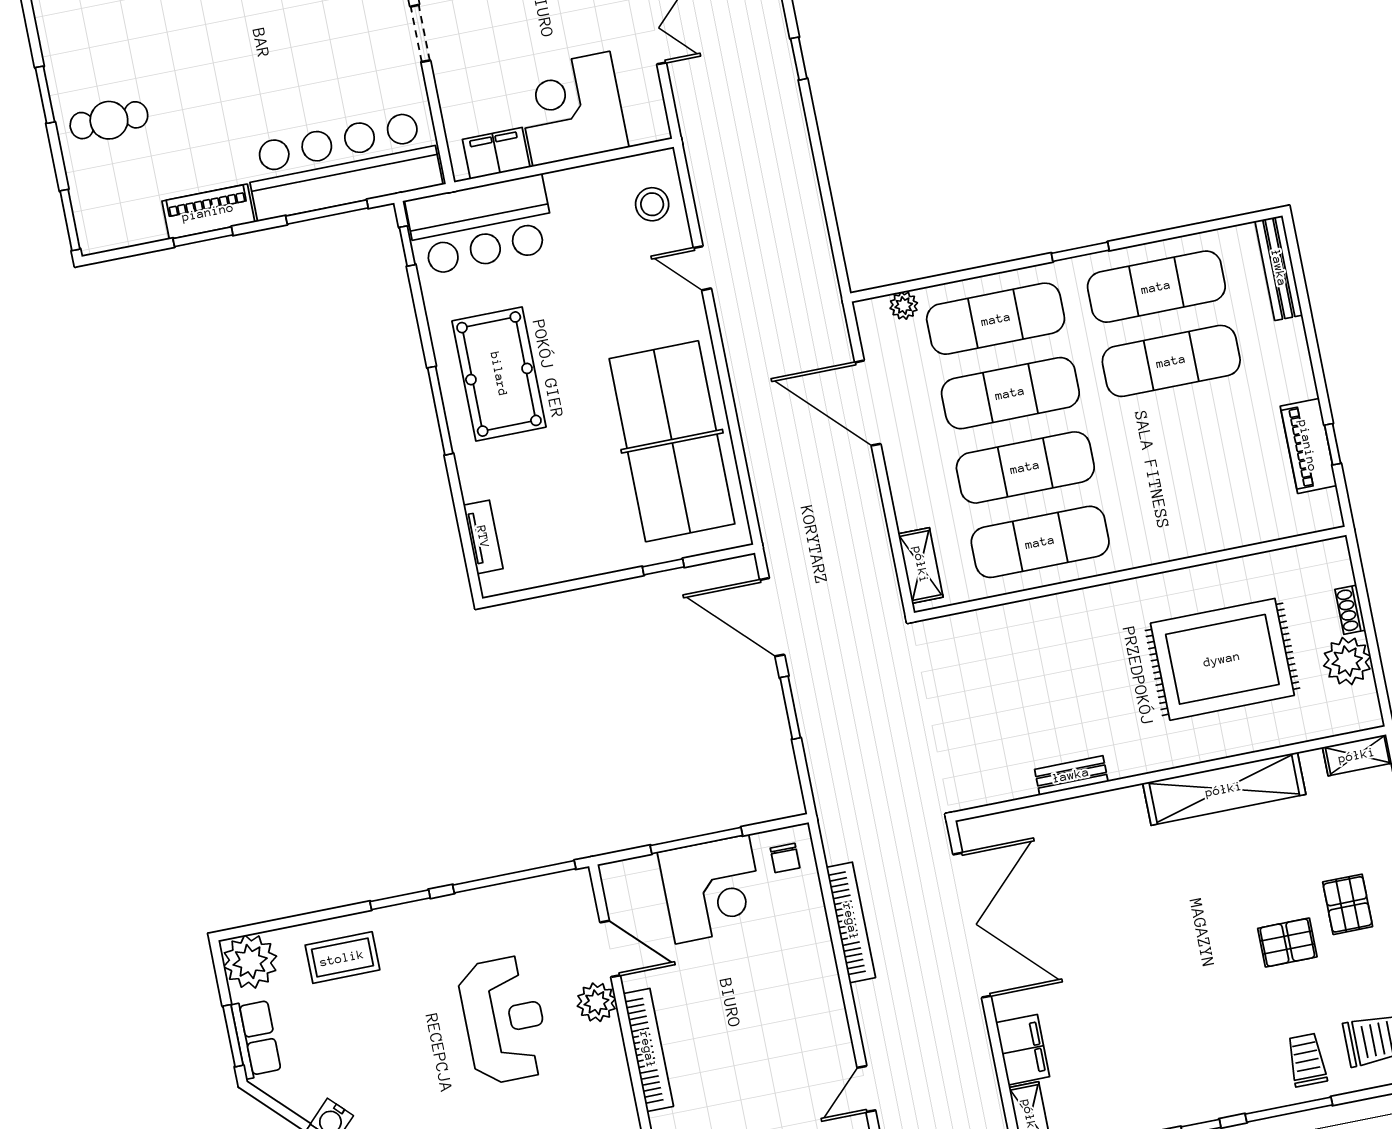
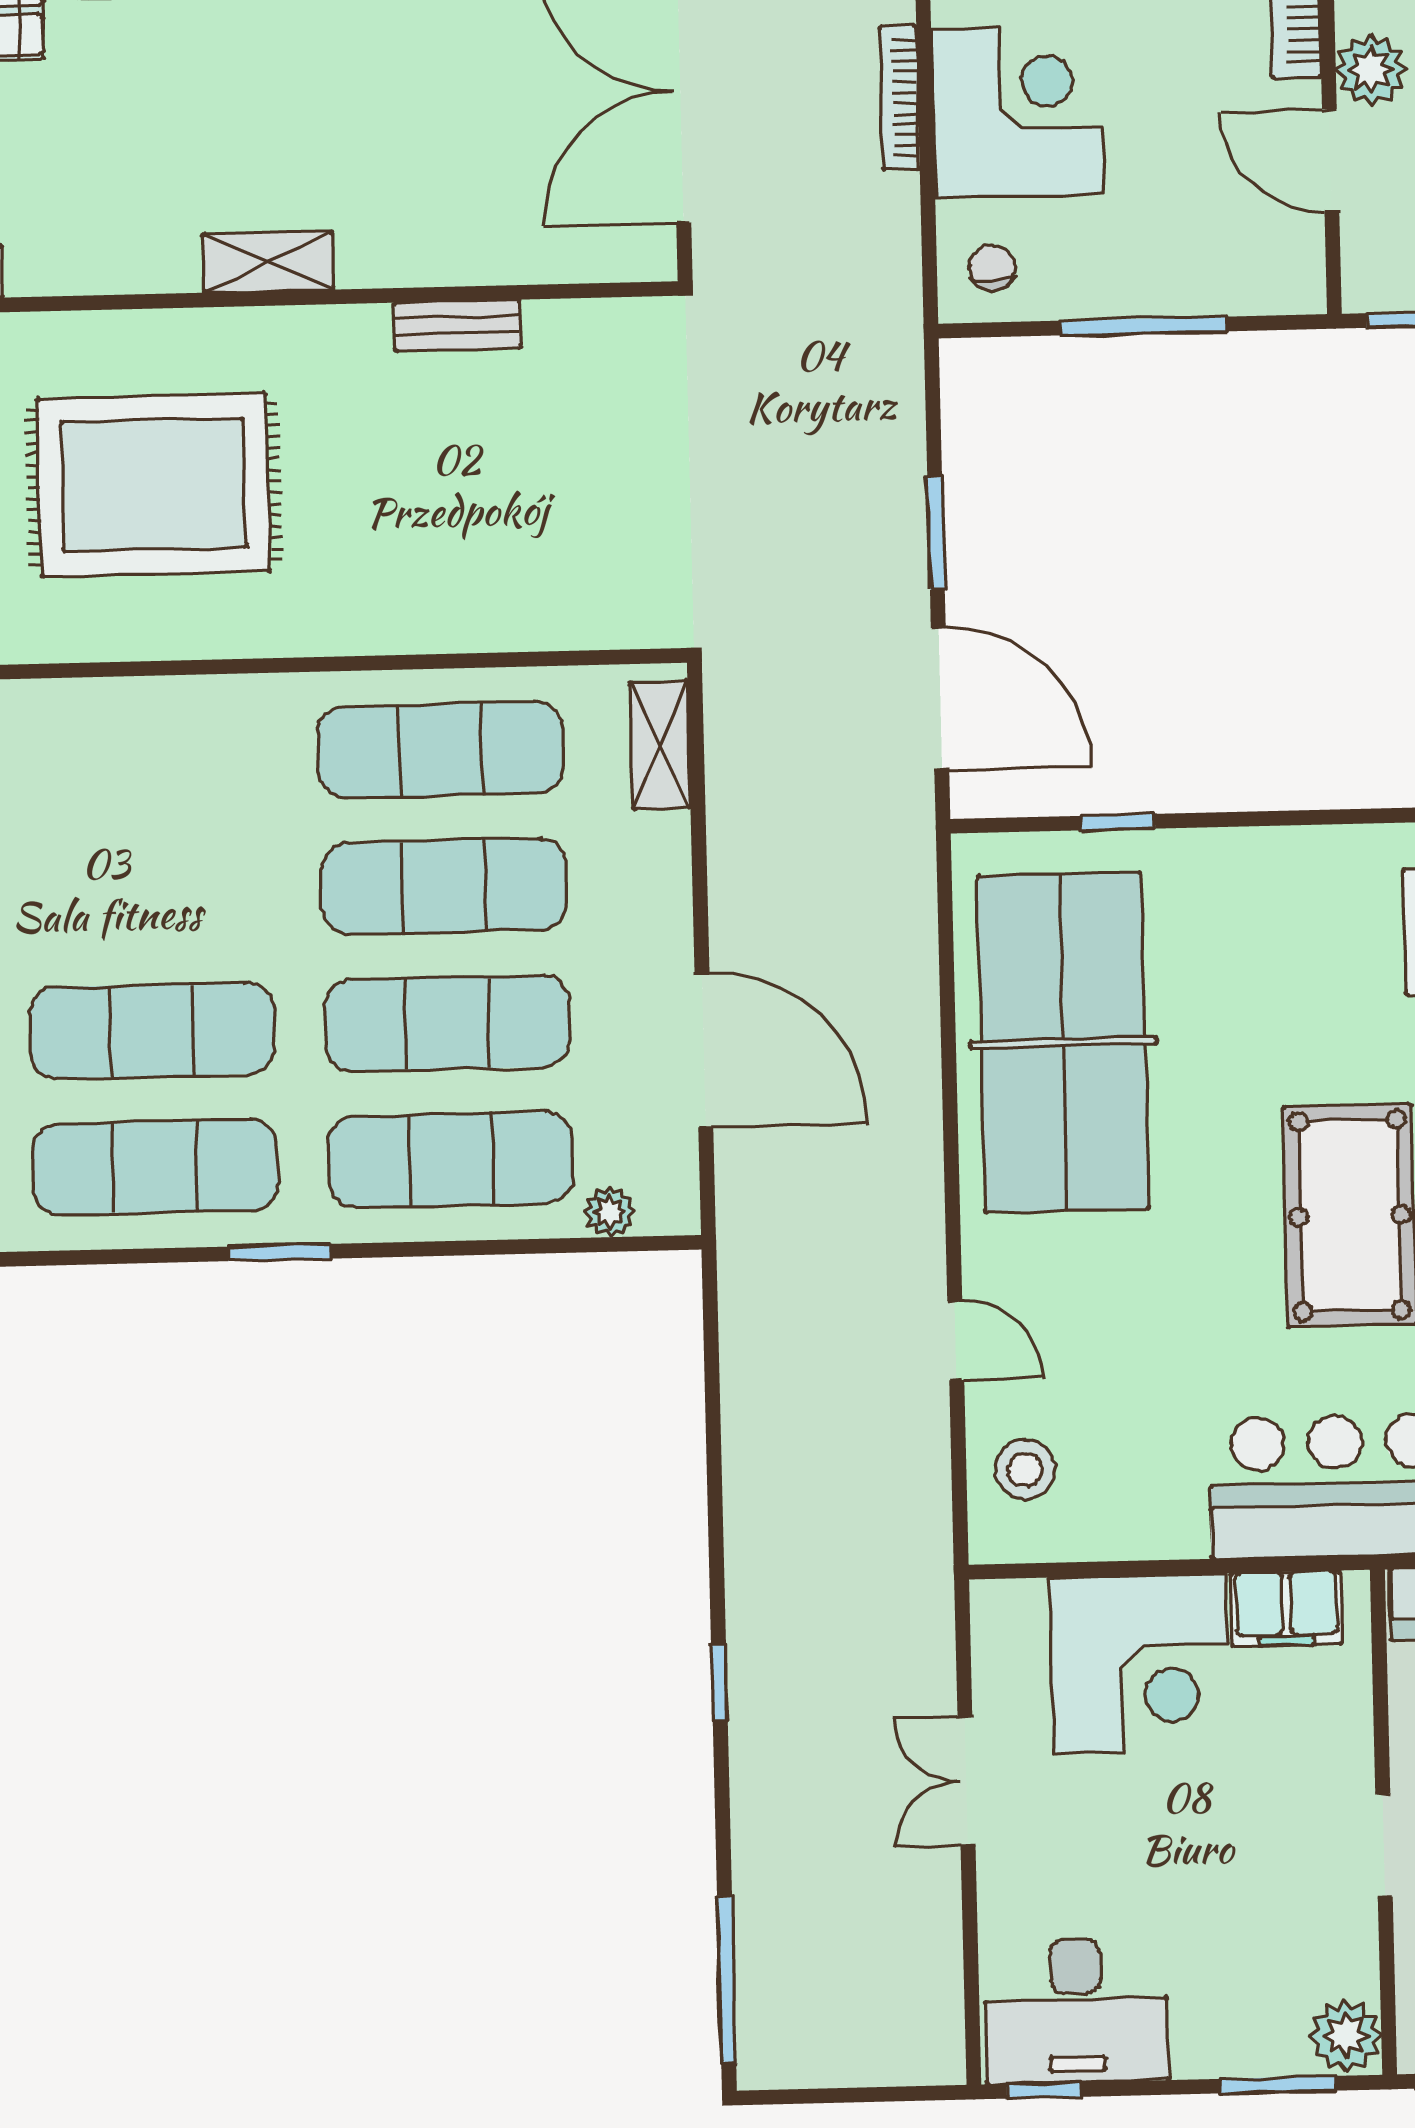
shelving: (1224, 789) -> (268, 262), width x0.45, depth x0.75
corner desk: (712, 889) -> (1017, 112), moved, turned 90
bookcase: (851, 922) -> (900, 98), width x0.68, depth x0.76

